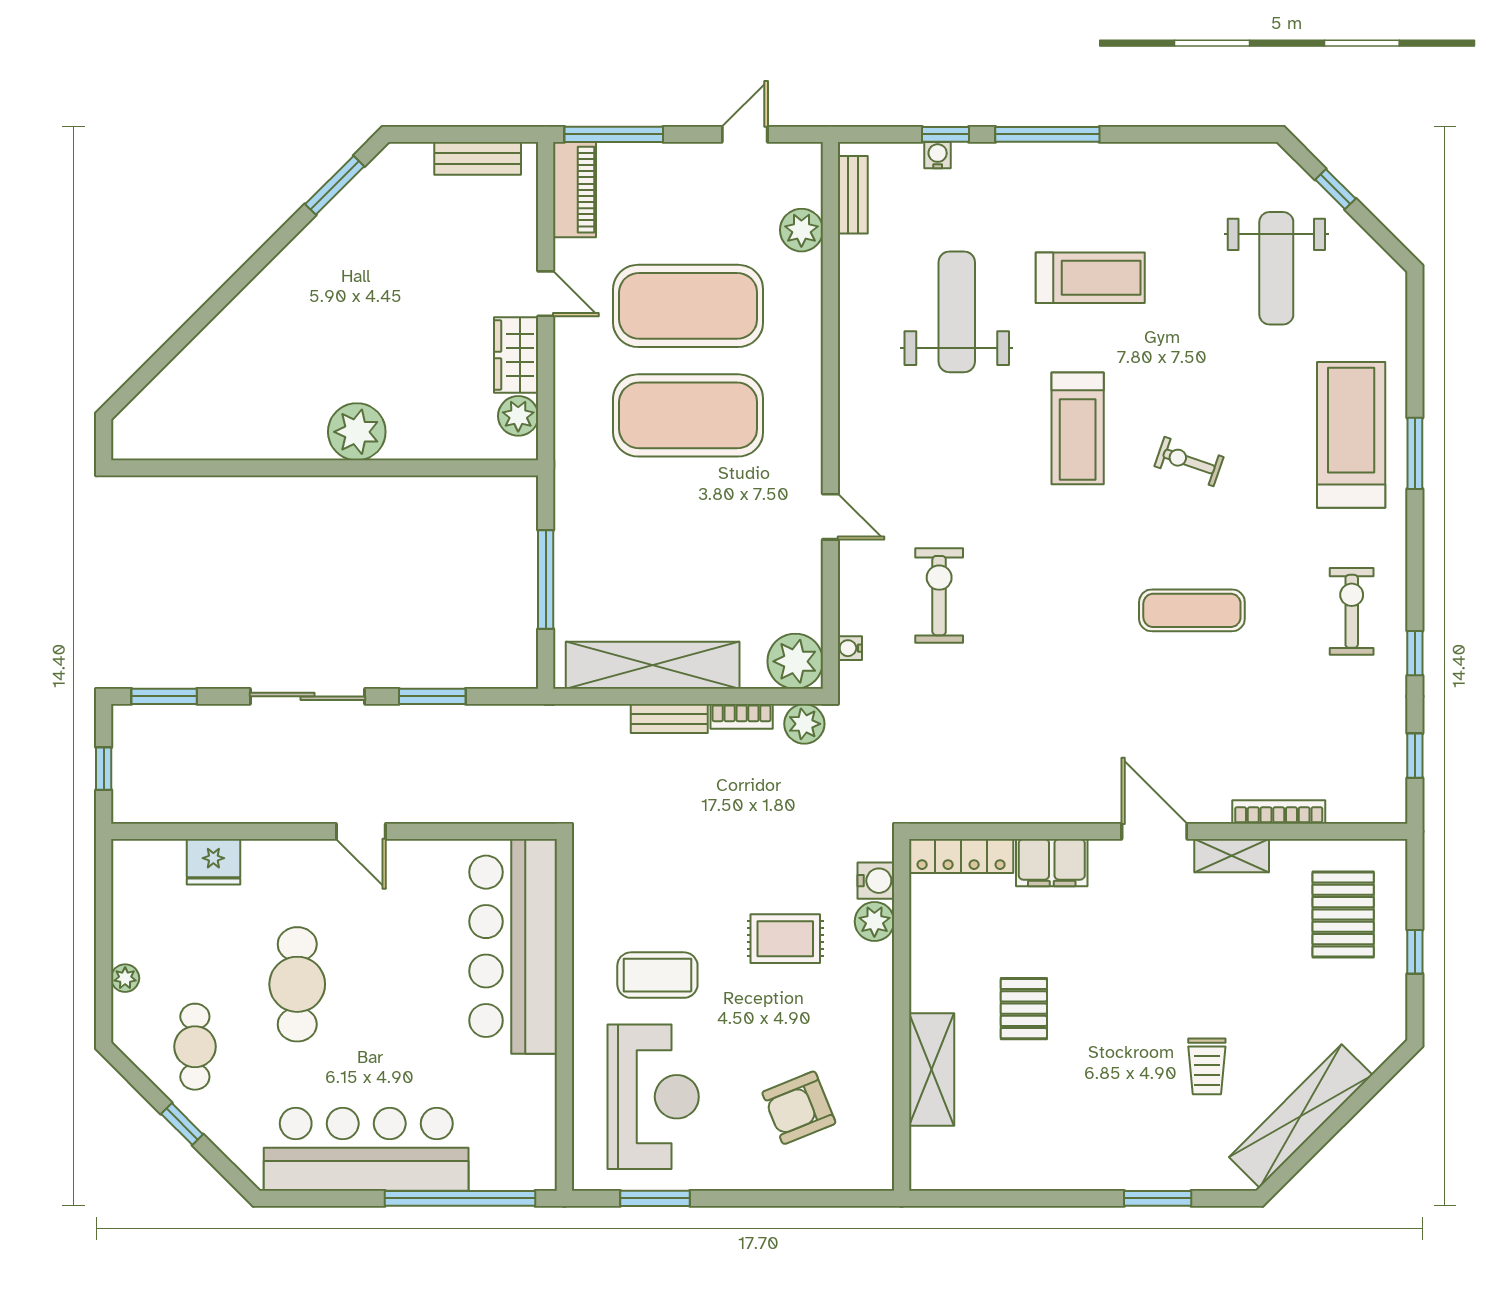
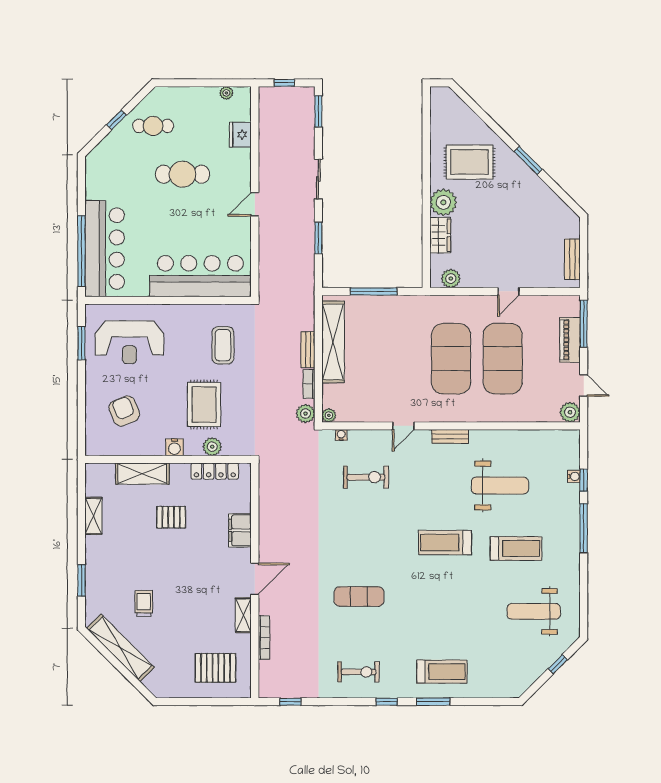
window: (335, 185) -> (528, 160), moved
piano: (574, 190) -> (570, 340), moved, turned 90
bench: (853, 195) -> (450, 436), moved
plant: (801, 230) -> (570, 412), moved
weight bench: (1276, 268) -> (534, 611), moved
treadmill: (1090, 278) -> (516, 548), turned -90
wardrobe: (516, 355) -> (440, 235), moved, turned 90
rug: (271, 376) -> (470, 162), added
treadmill: (1351, 435) -> (442, 672), width x0.73, depth x0.73
exercise bike: (1189, 462) -> (429, 595), removed
exercise mat: (1192, 610) -> (359, 596), turned 90
window: (1415, 653) -> (387, 702), moved
plant: (795, 661) -> (329, 415), width x0.53, depth x0.53
sliding door: (308, 696) -> (318, 179), width x0.73
locker: (961, 856) -> (215, 471), moved, turned -90
water cooler: (876, 881) -> (174, 447), moved
rug: (785, 939) -> (204, 405), width x1.36, depth x1.43
window: (1415, 952) -> (198, 702), removed
coffee table: (657, 975) -> (223, 345), moved
plant: (125, 978) -> (226, 93), moved
trolley: (1207, 1066) -> (144, 604), turned 90
bar counter: (366, 1149) -> (105, 249), moved
shelving: (1021, 1173) -> (93, 516), added

